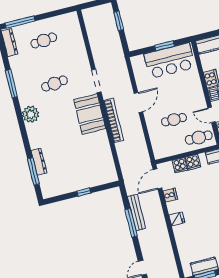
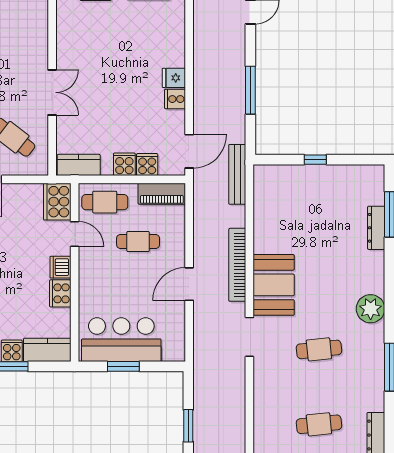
piano: (167, 151) -> (162, 194), added
cooker: (170, 195) -> (175, 99), moved
bench: (137, 213) -> (237, 174), moved

